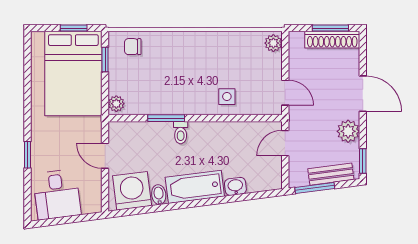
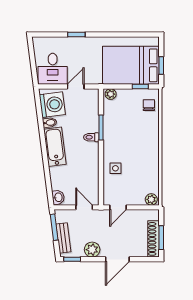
washbasin: (235, 186) -> (58, 197), moved
desk: (57, 194) -> (53, 69), moved, turned -83

